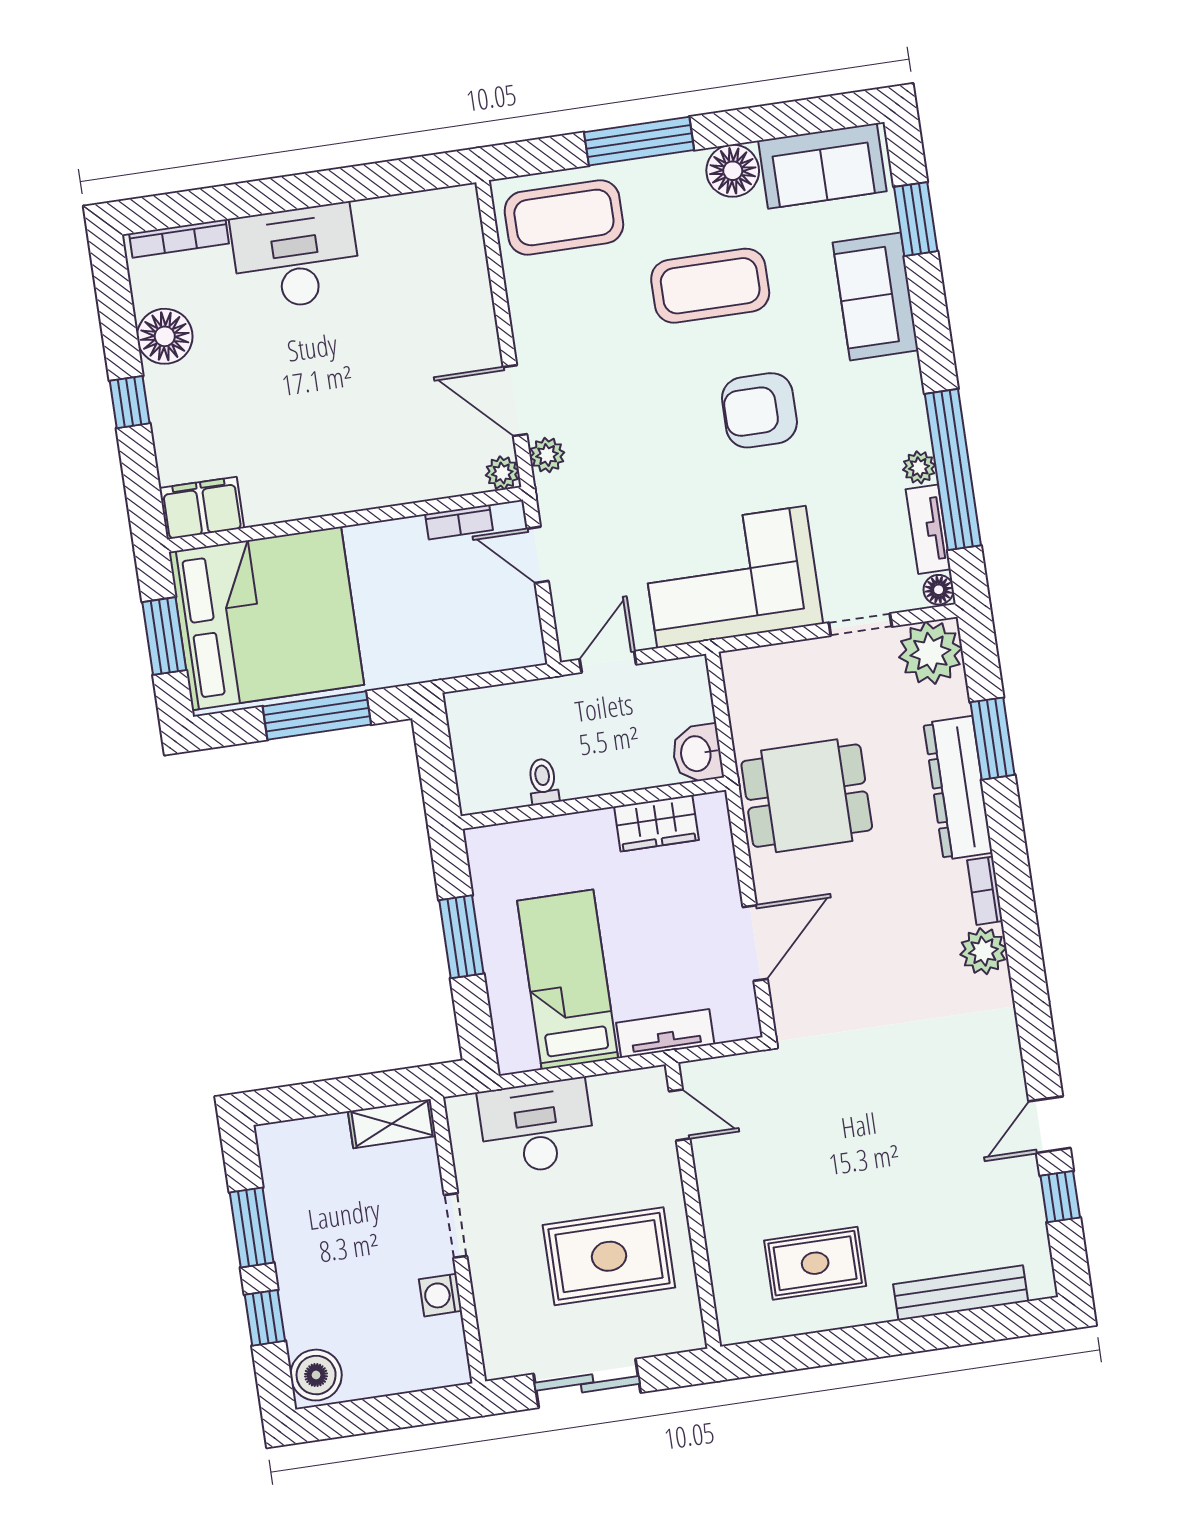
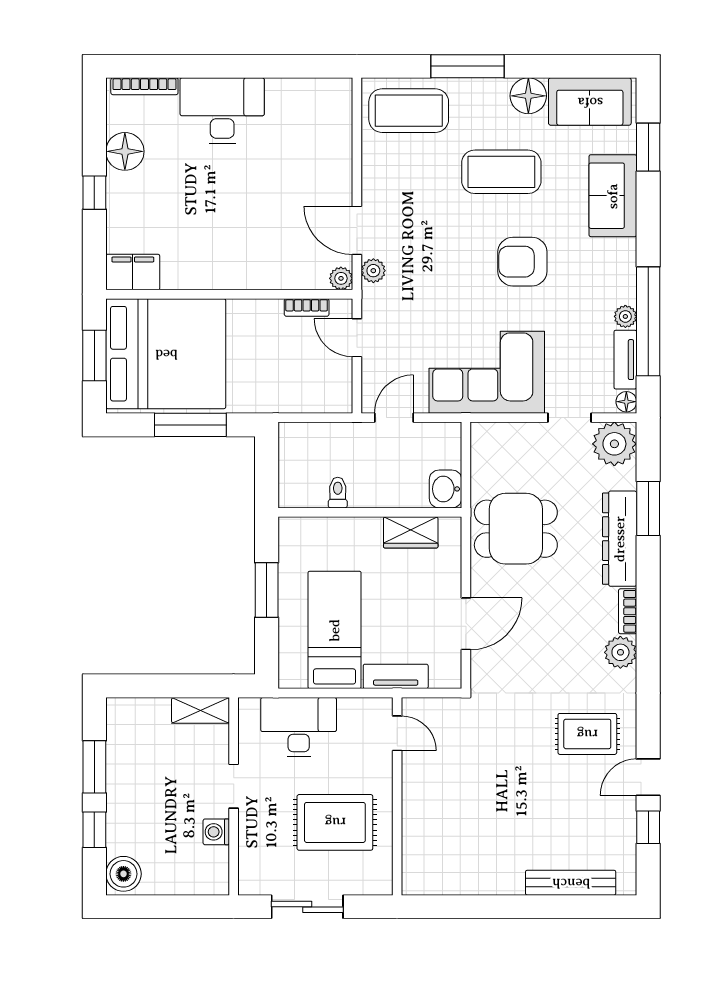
rug: (815, 1263) -> (587, 734), moved

